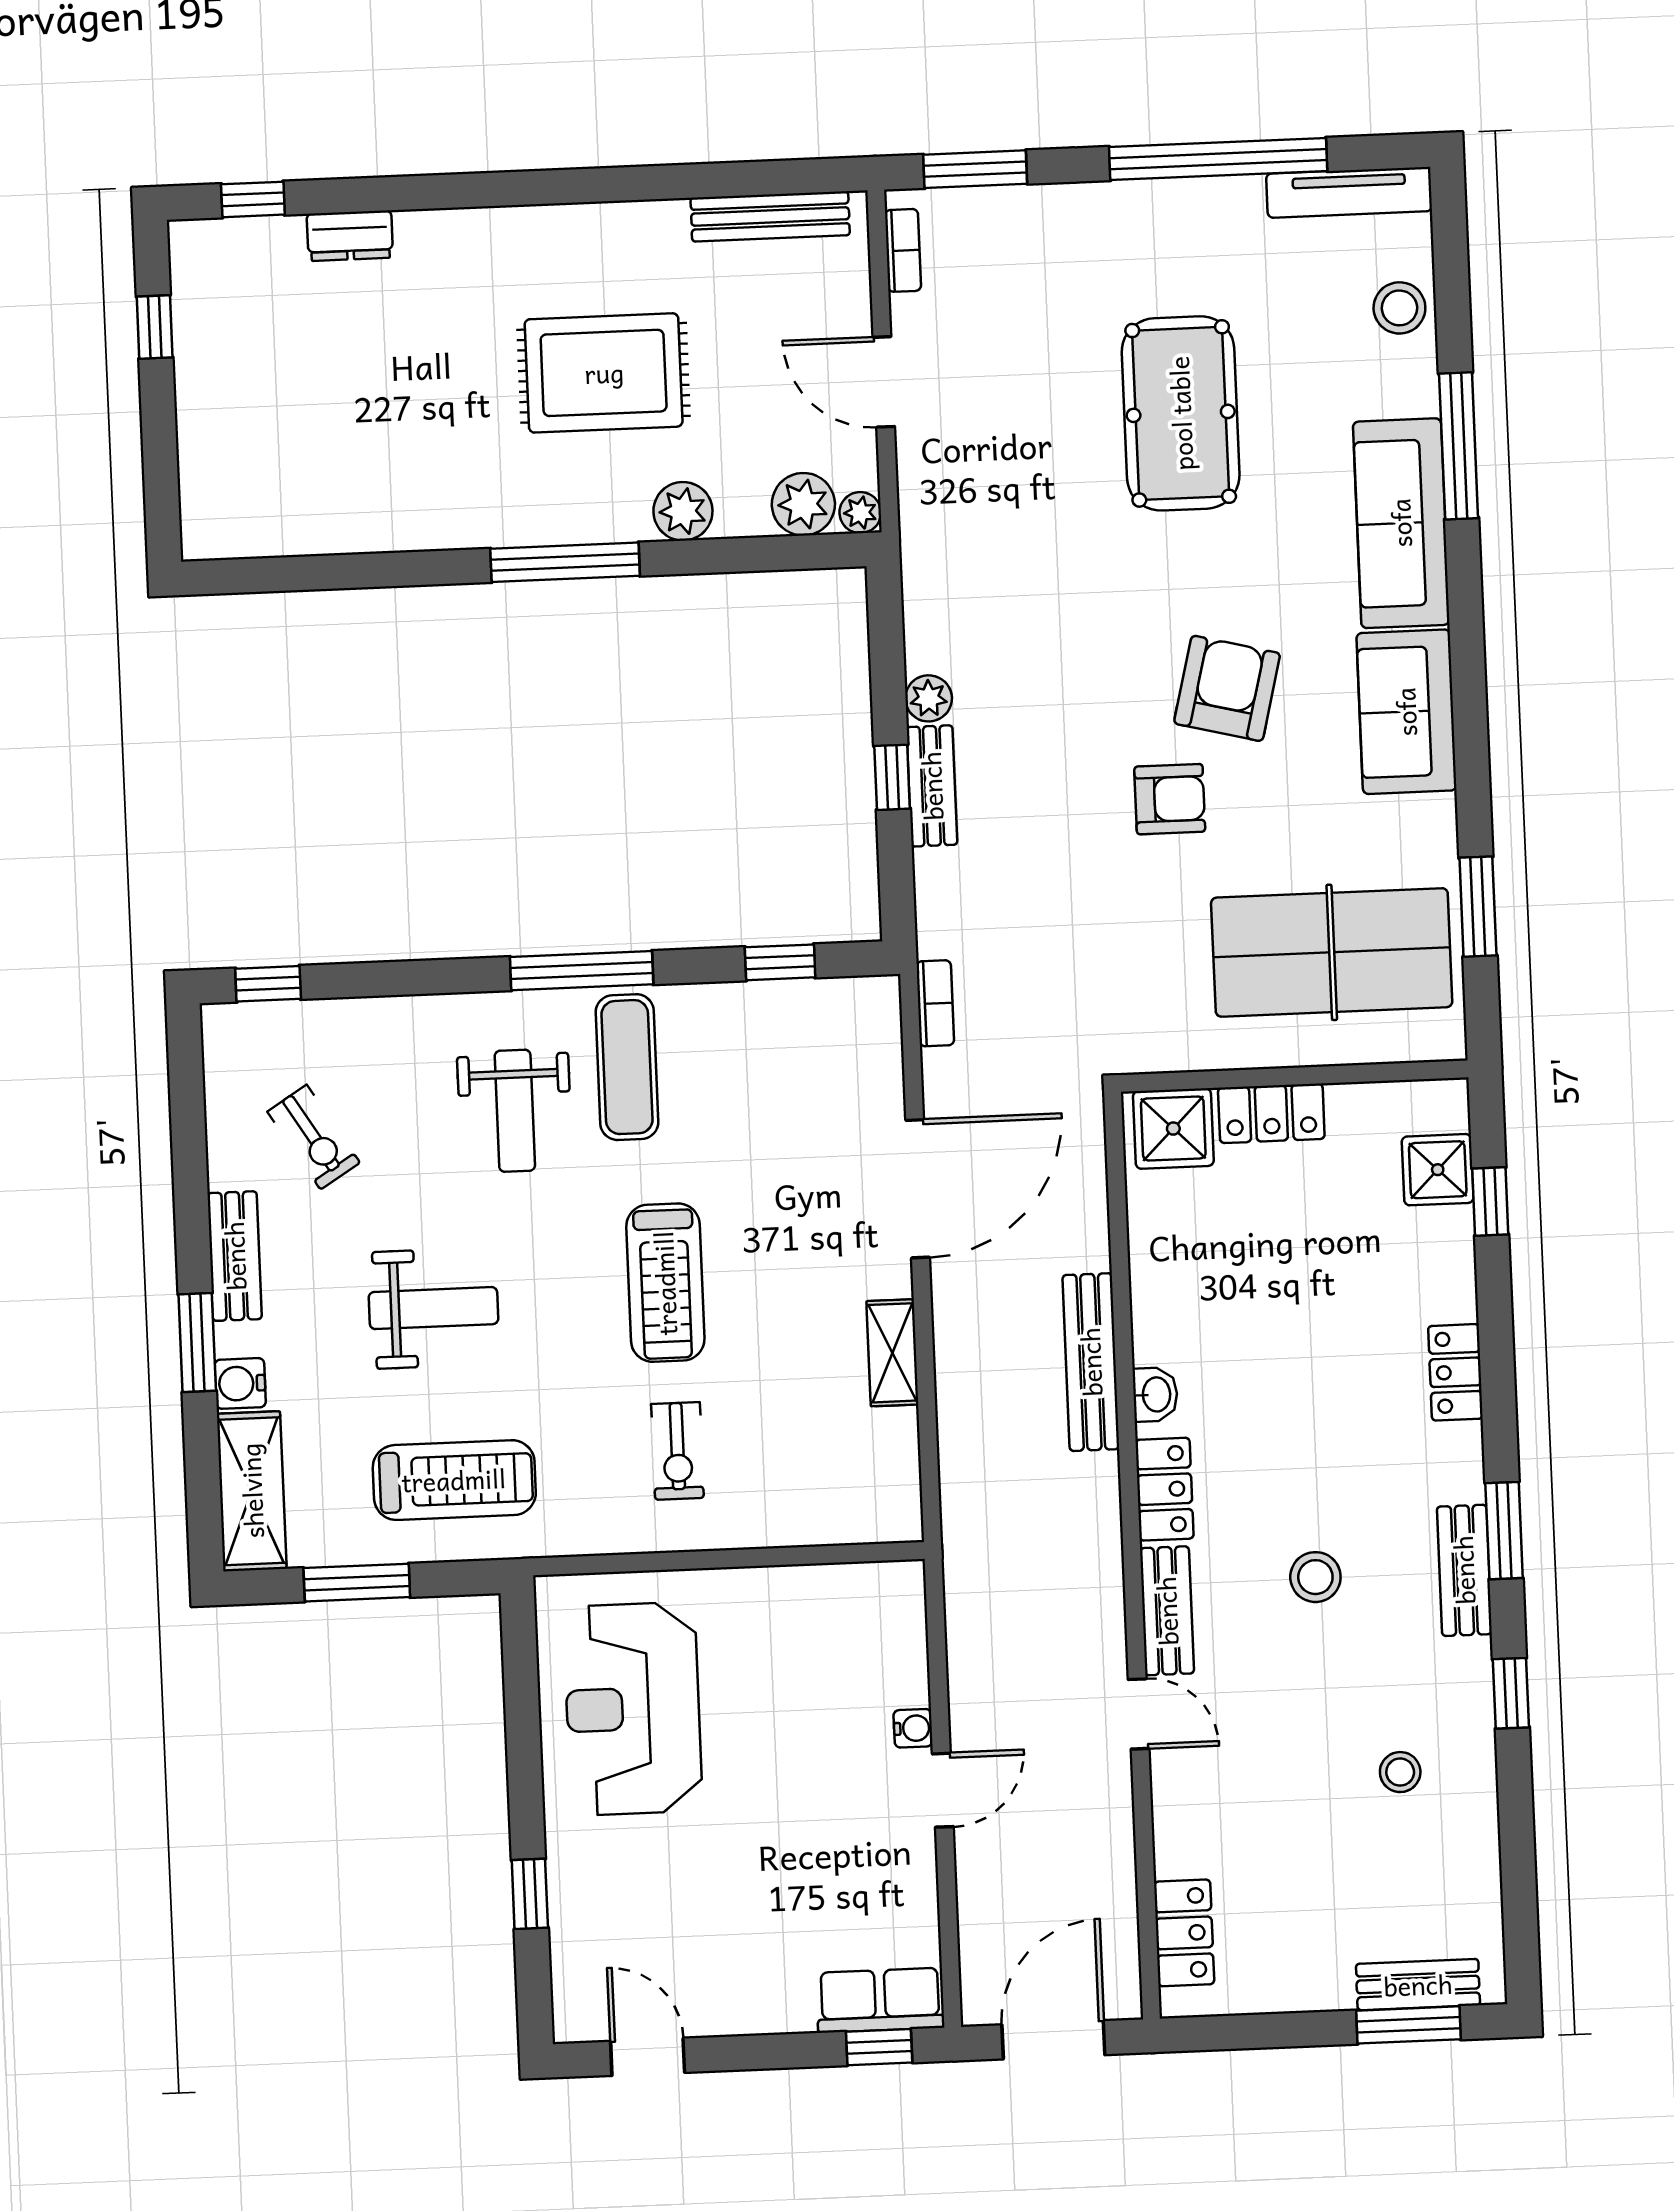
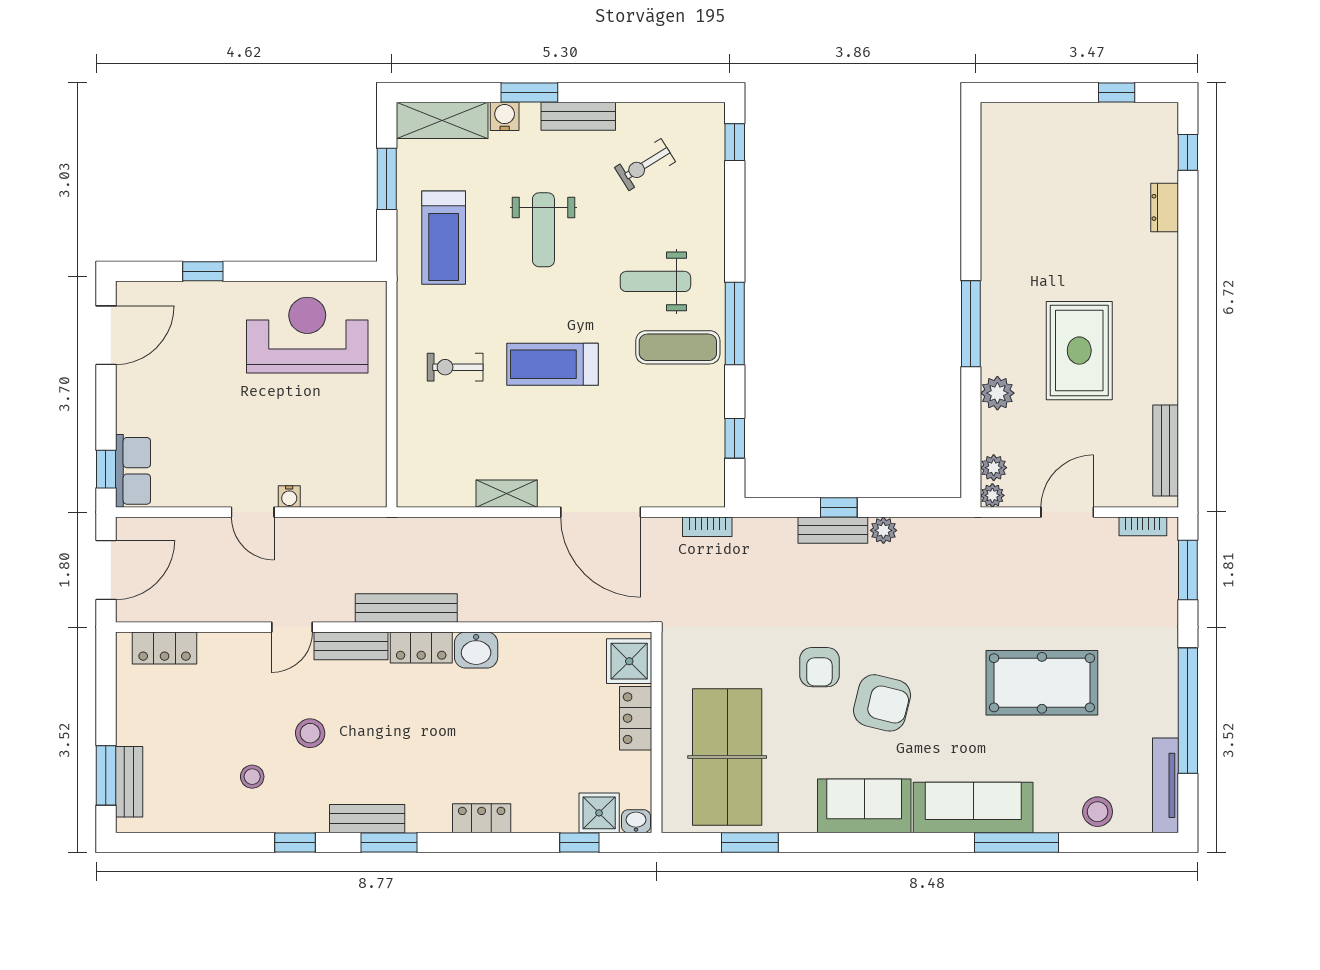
plant: (803, 504) -> (994, 468), width x0.73, depth x0.73
washbasin: (1450, 1105) -> (636, 821), added
bench: (1091, 1362) -> (406, 608), moved
washbasin: (1155, 1394) -> (476, 650), width x1.38, depth x1.45
stool: (1315, 1577) -> (310, 733), moved
door: (1053, 2040) -> (106, 570), hinge flipped
door: (648, 2057) -> (106, 335), width x1.38

